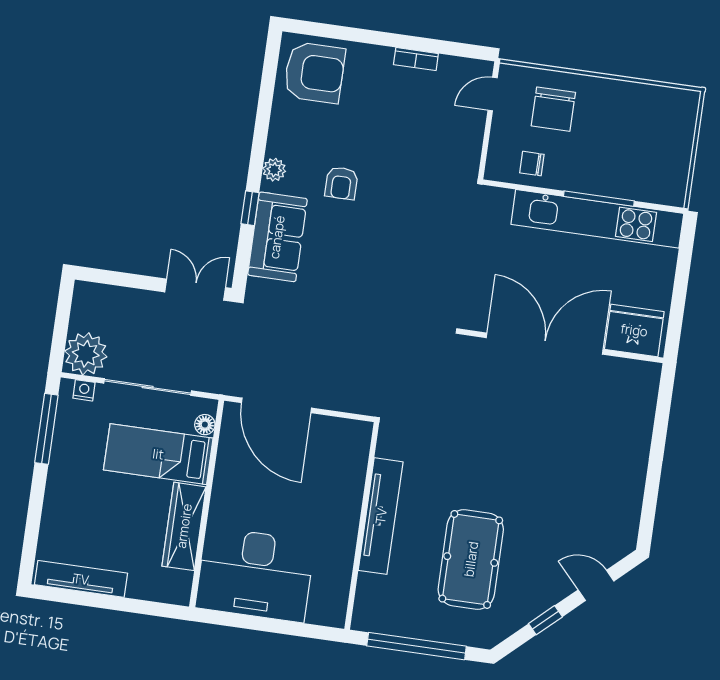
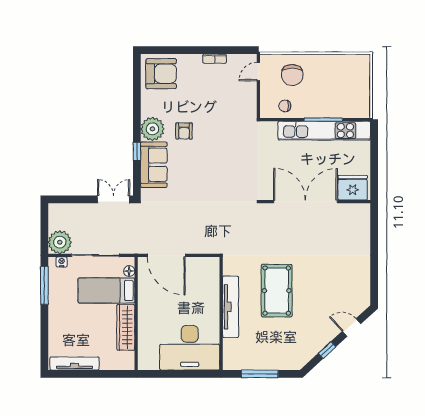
plant: (274, 170) -> (152, 129), width x1.88, depth x1.88
pool table: (471, 559) -> (277, 291), moved
desk: (255, 574) -> (190, 348), moved
window: (417, 646) -> (260, 374), width x0.68

